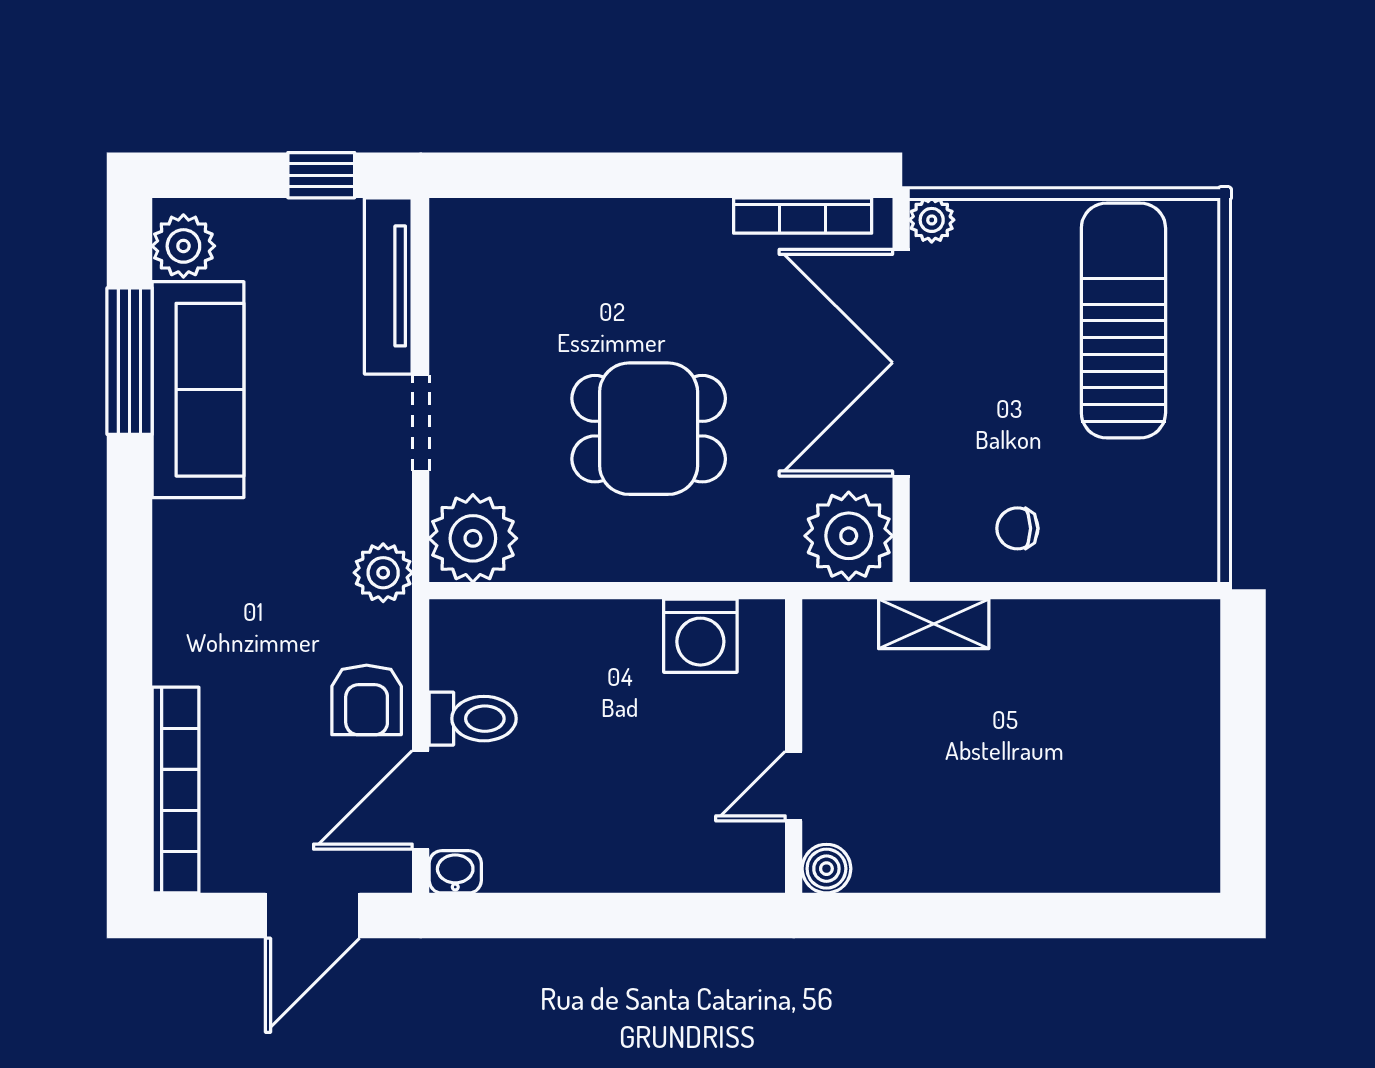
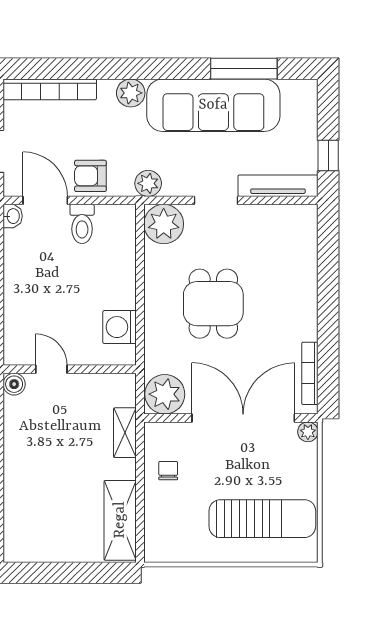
plant: (183, 246) -> (131, 93), moved
sofa: (198, 390) -> (213, 105), width x1.36, depth x1.27
shelving: (1127, 634) -> (120, 520), added

